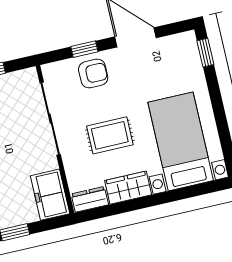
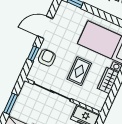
dresser: (90, 199) -> (100, 101), removed

